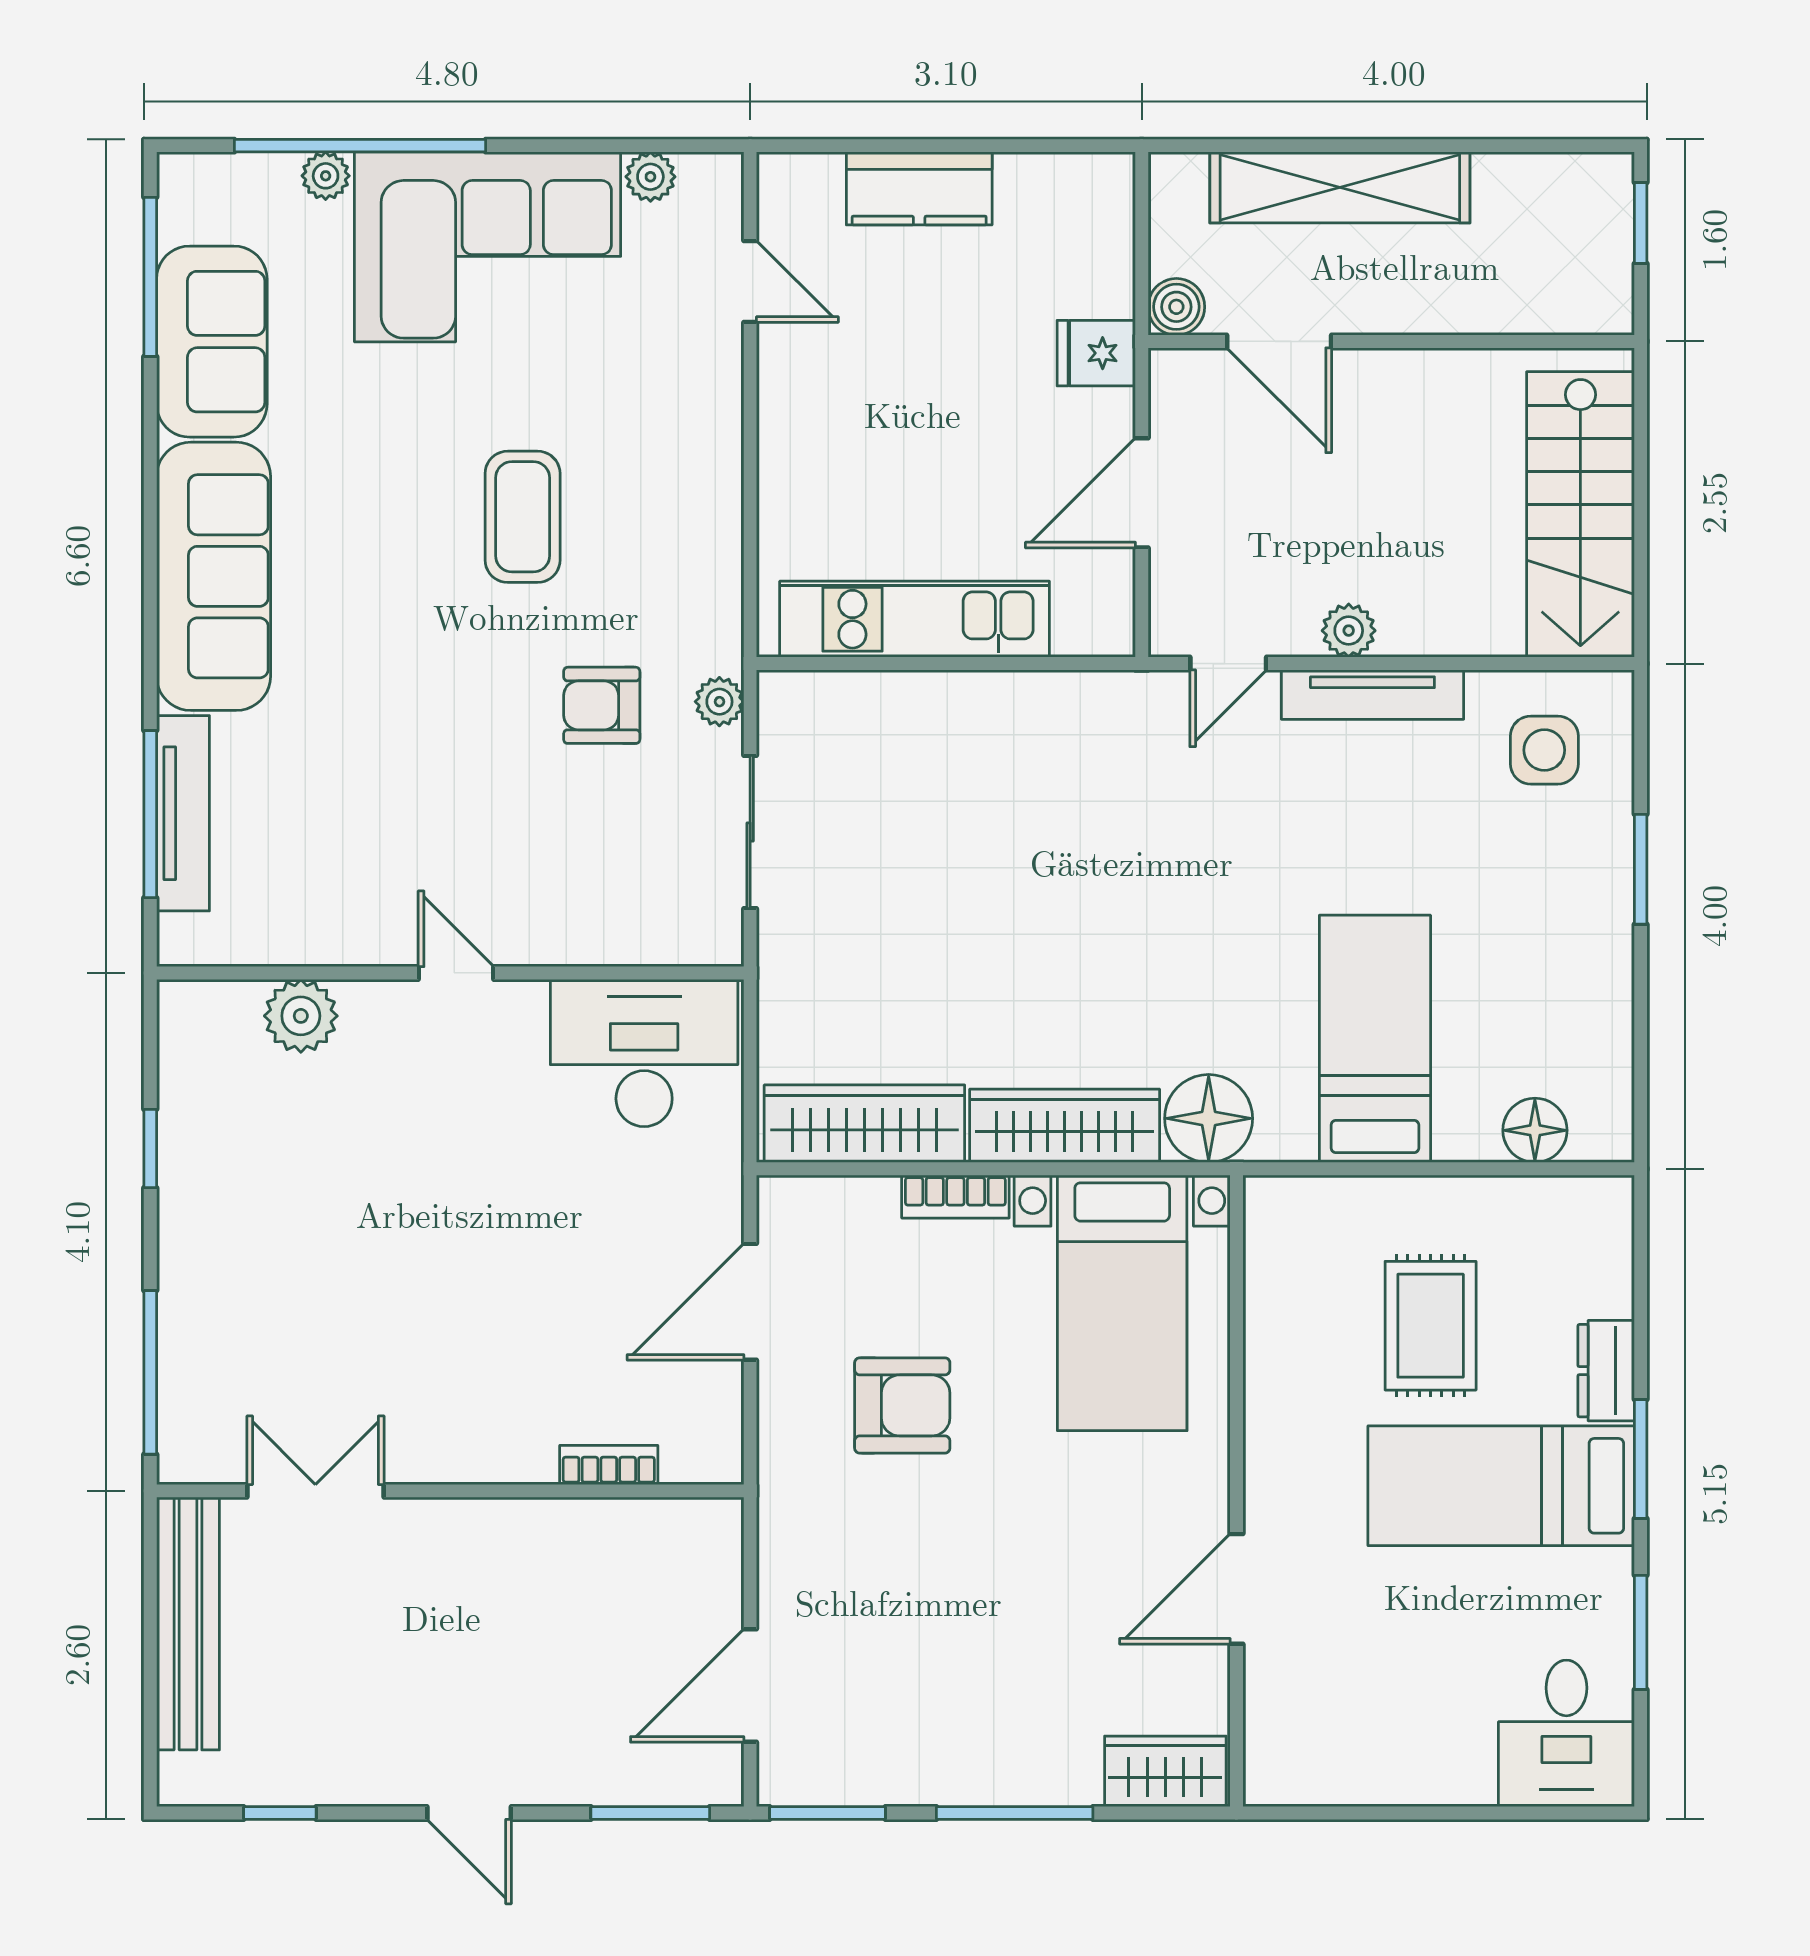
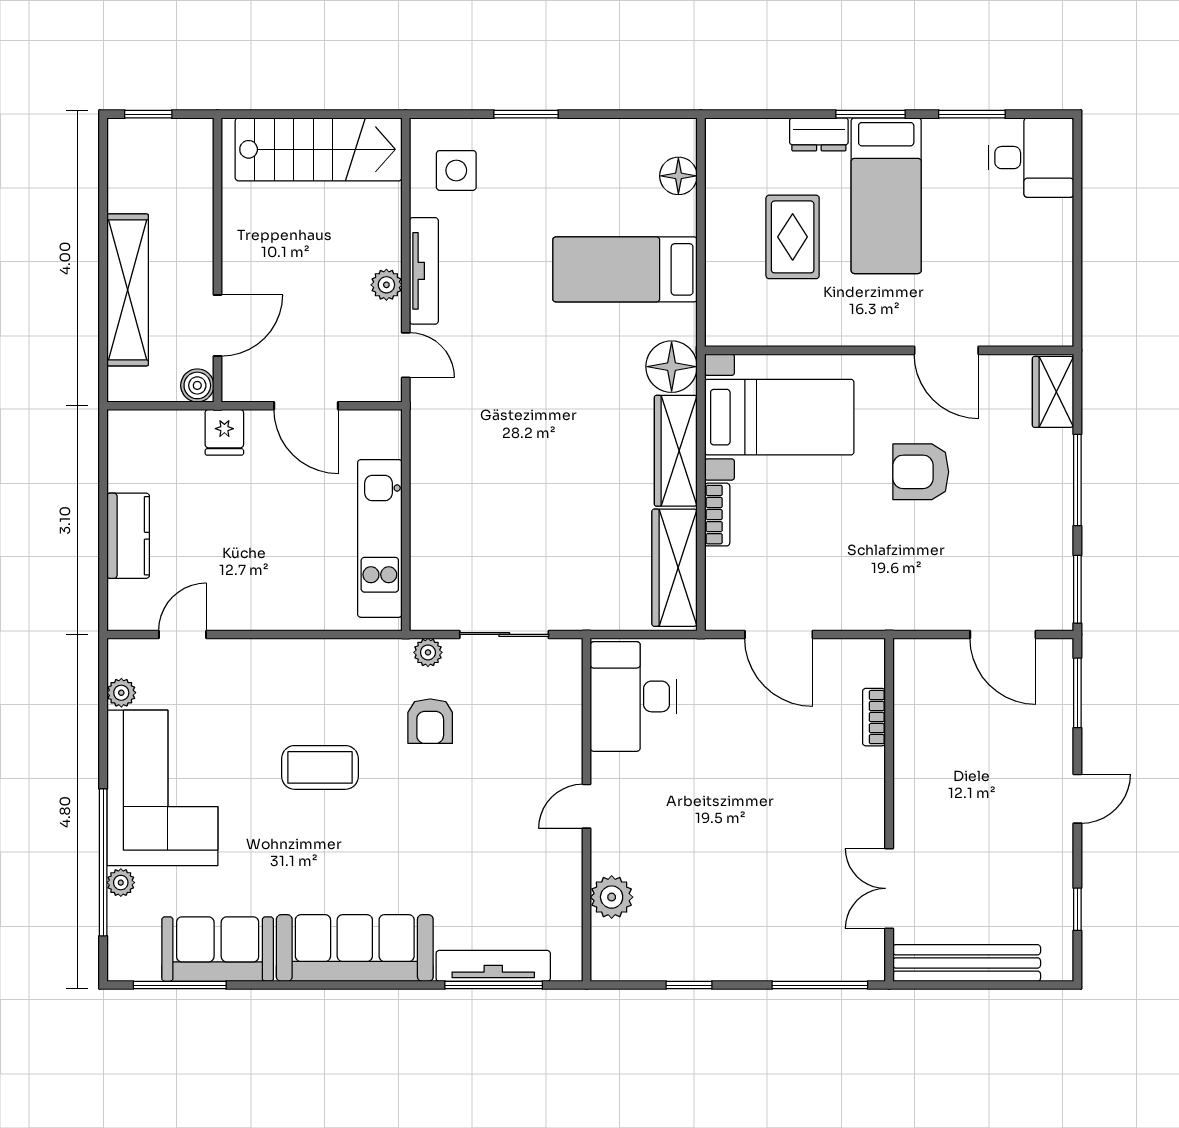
rug: (1431, 1326) -> (793, 237), turned 90
armchair: (902, 1405) -> (921, 472), moved, turned -90

